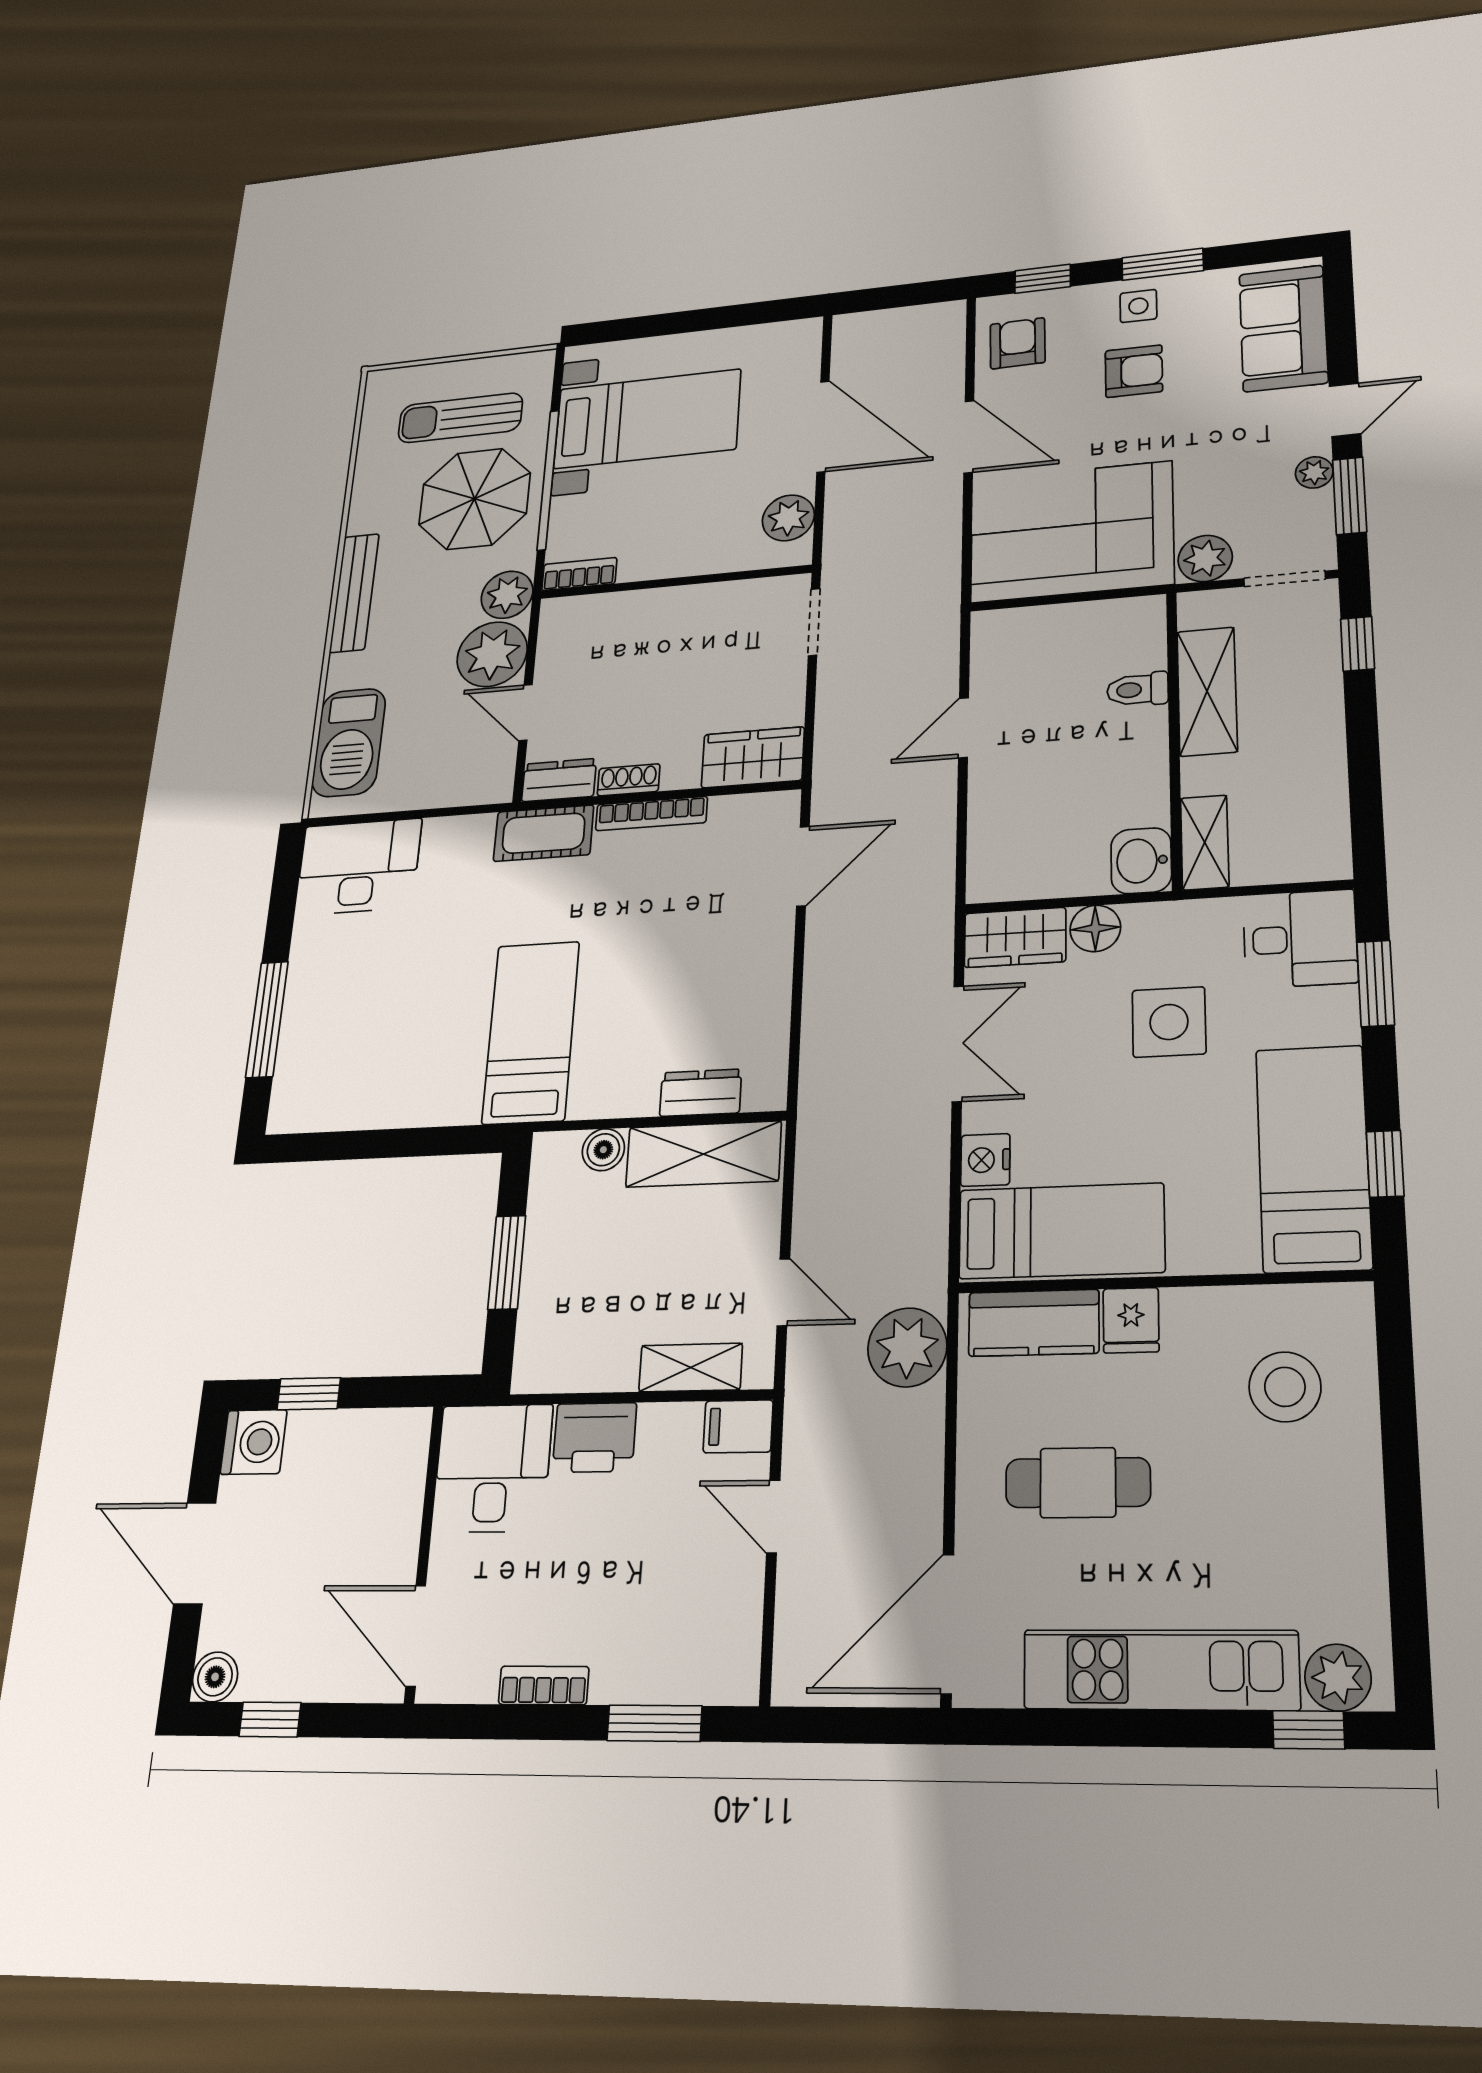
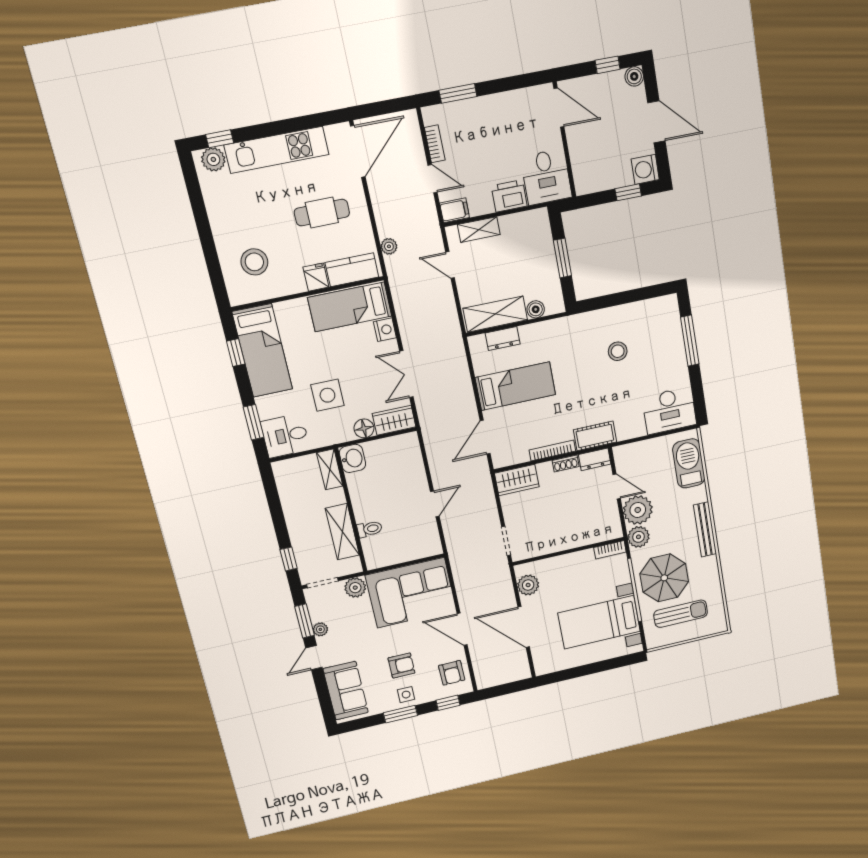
armchair: (1134, 371) -> (401, 665), turned 180
stool: (438, 1020) -> (618, 351), added
bed: (531, 1032) -> (515, 386), moved, turned -90
plant: (907, 1347) -> (389, 246), width x0.53, depth x0.53
bookcase: (544, 1685) -> (435, 144), moved, turned -90

